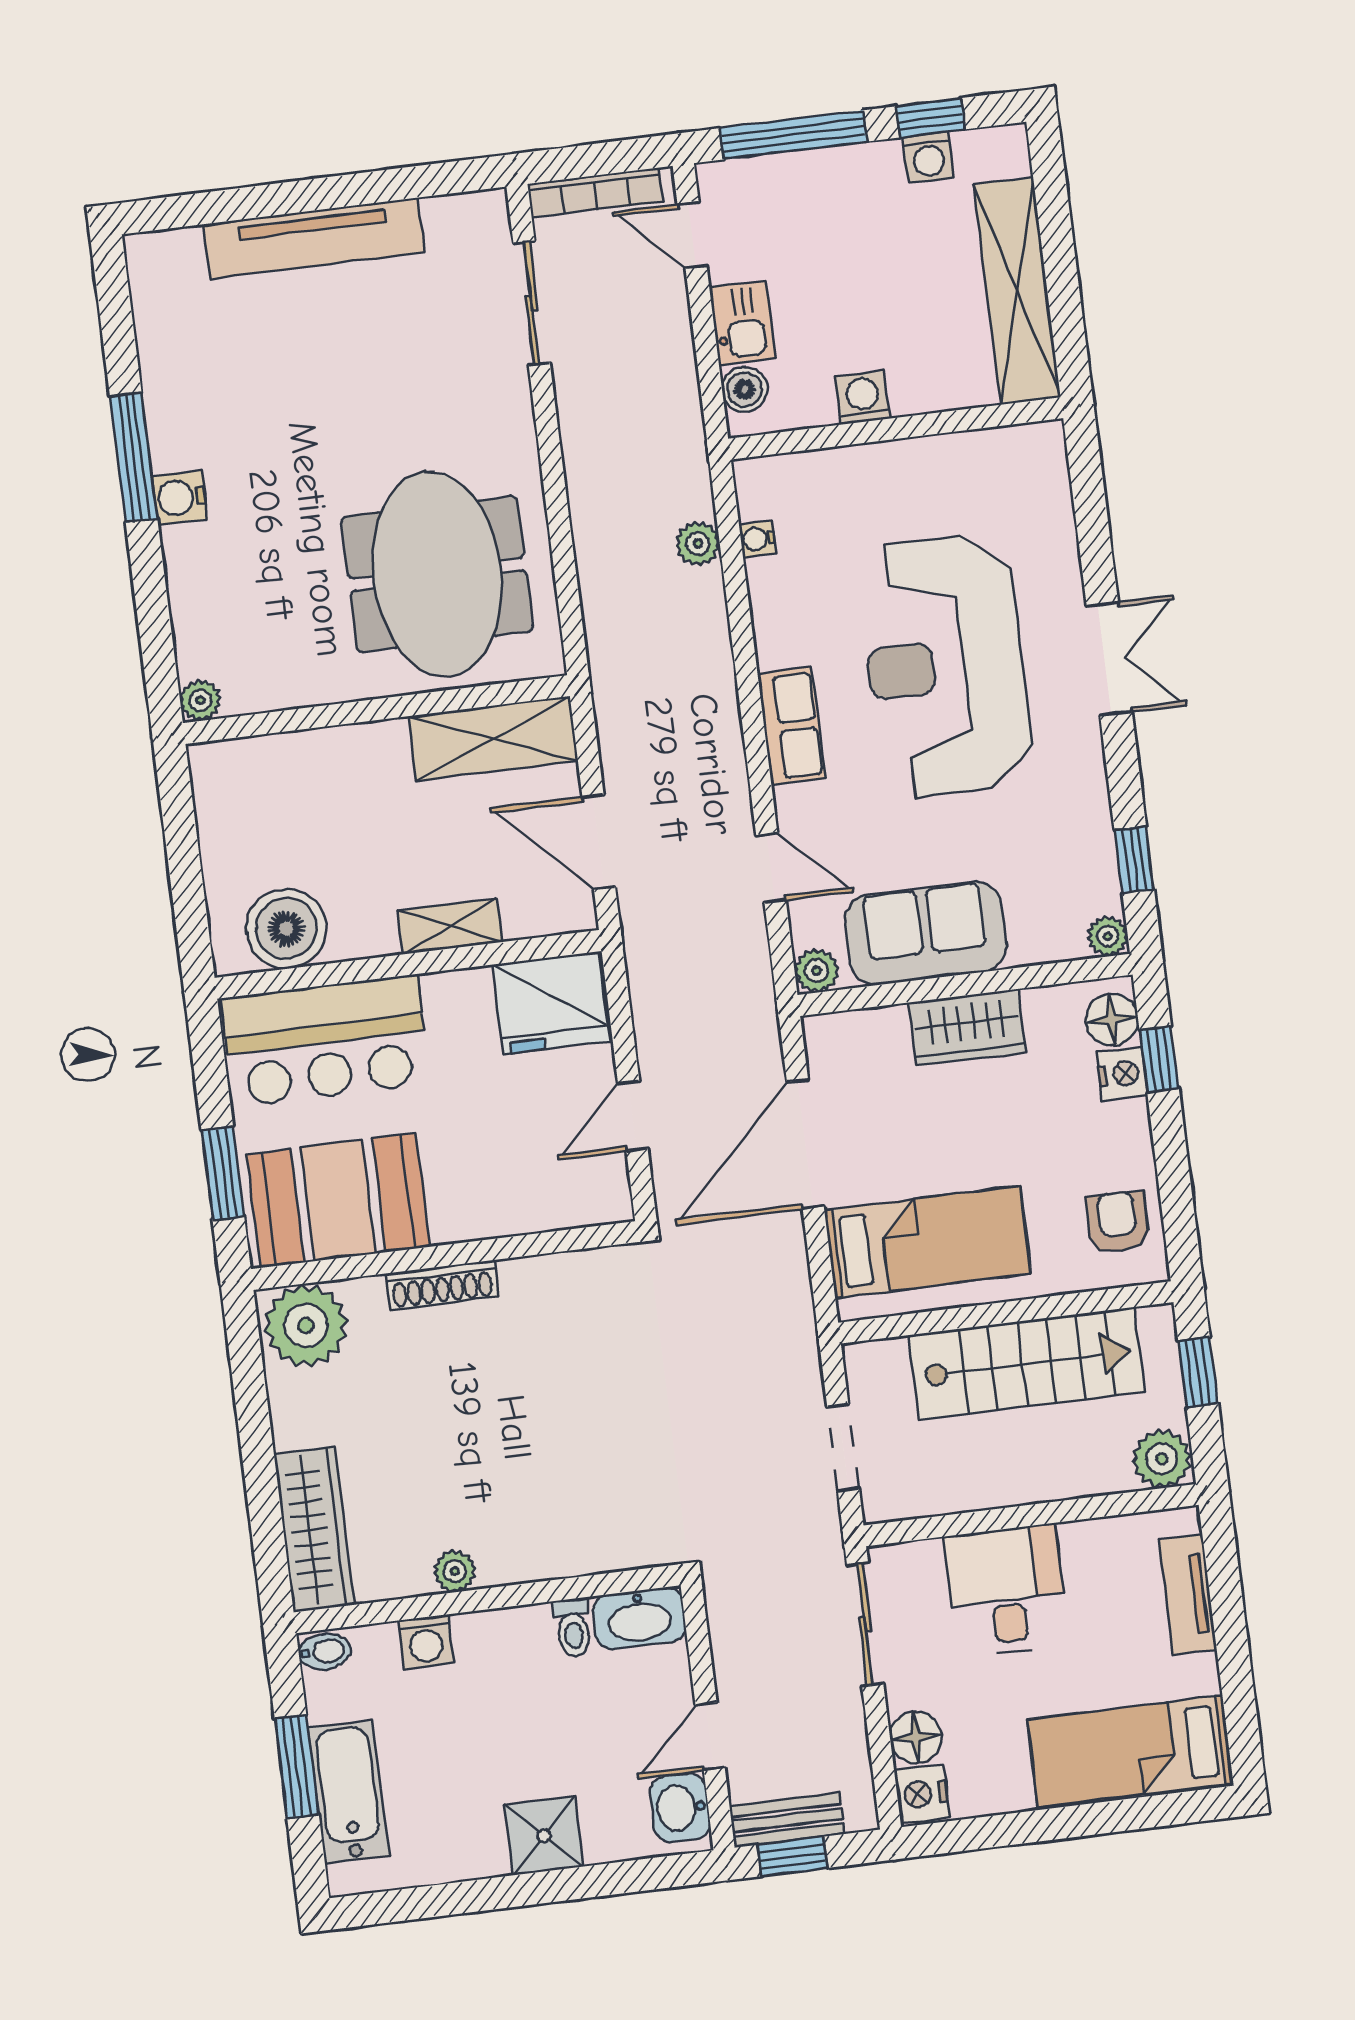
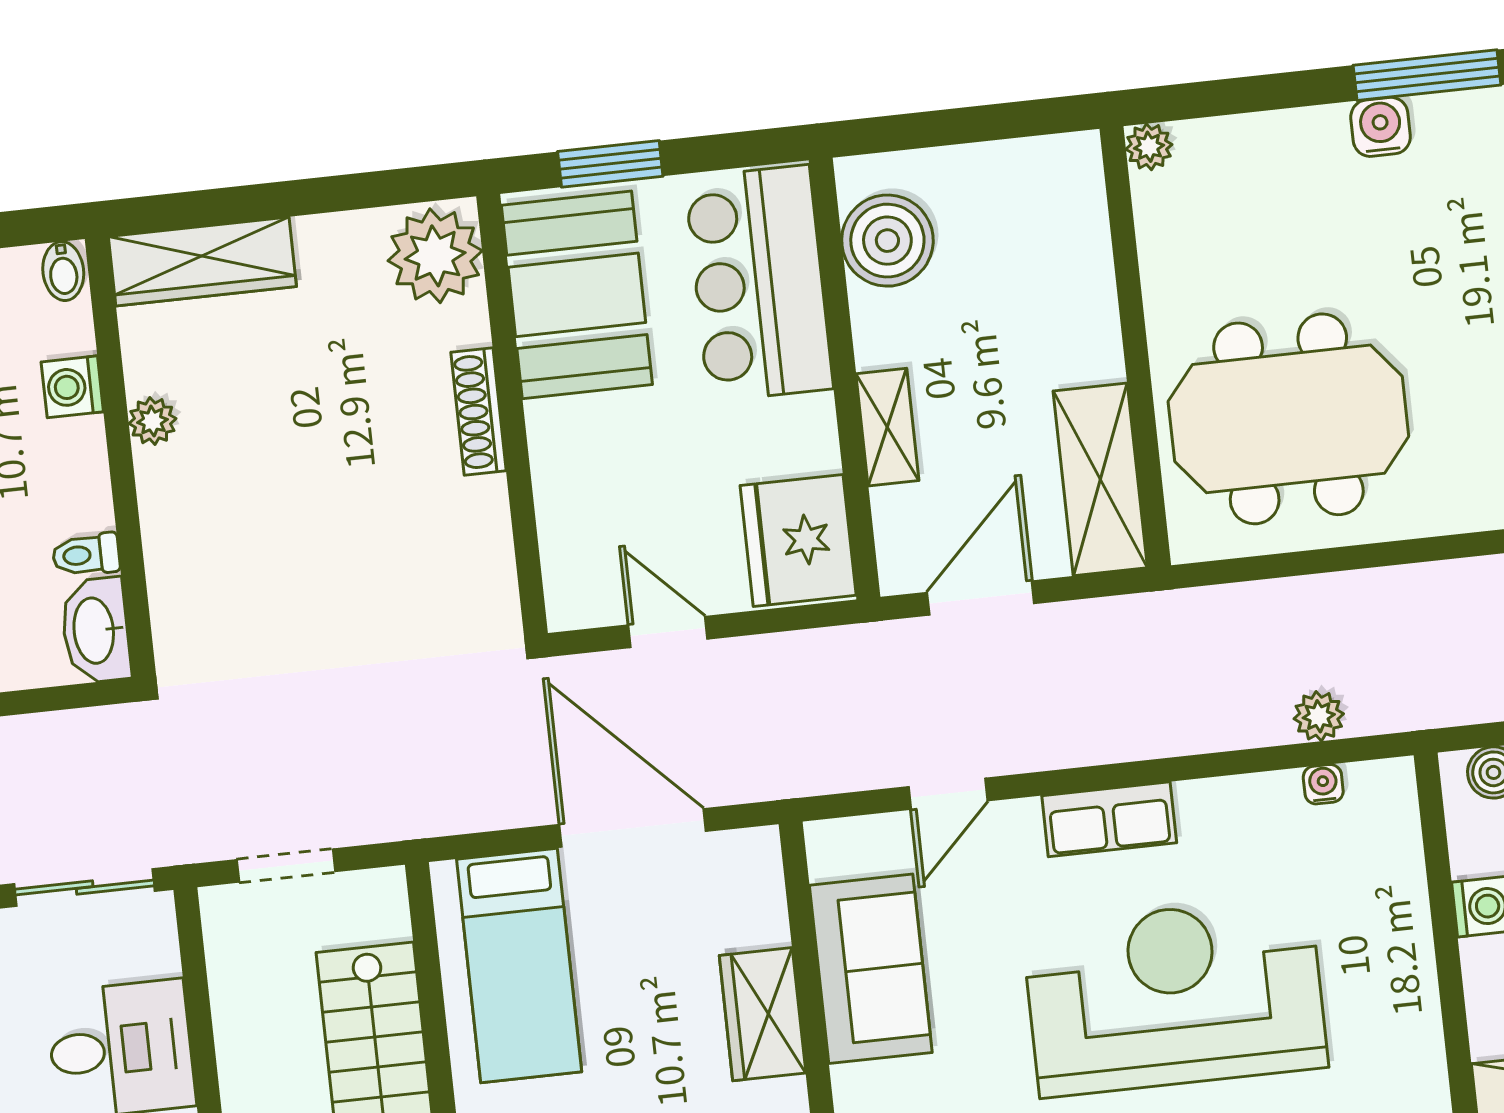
plant: (816, 971) -> (830, 844), removed

